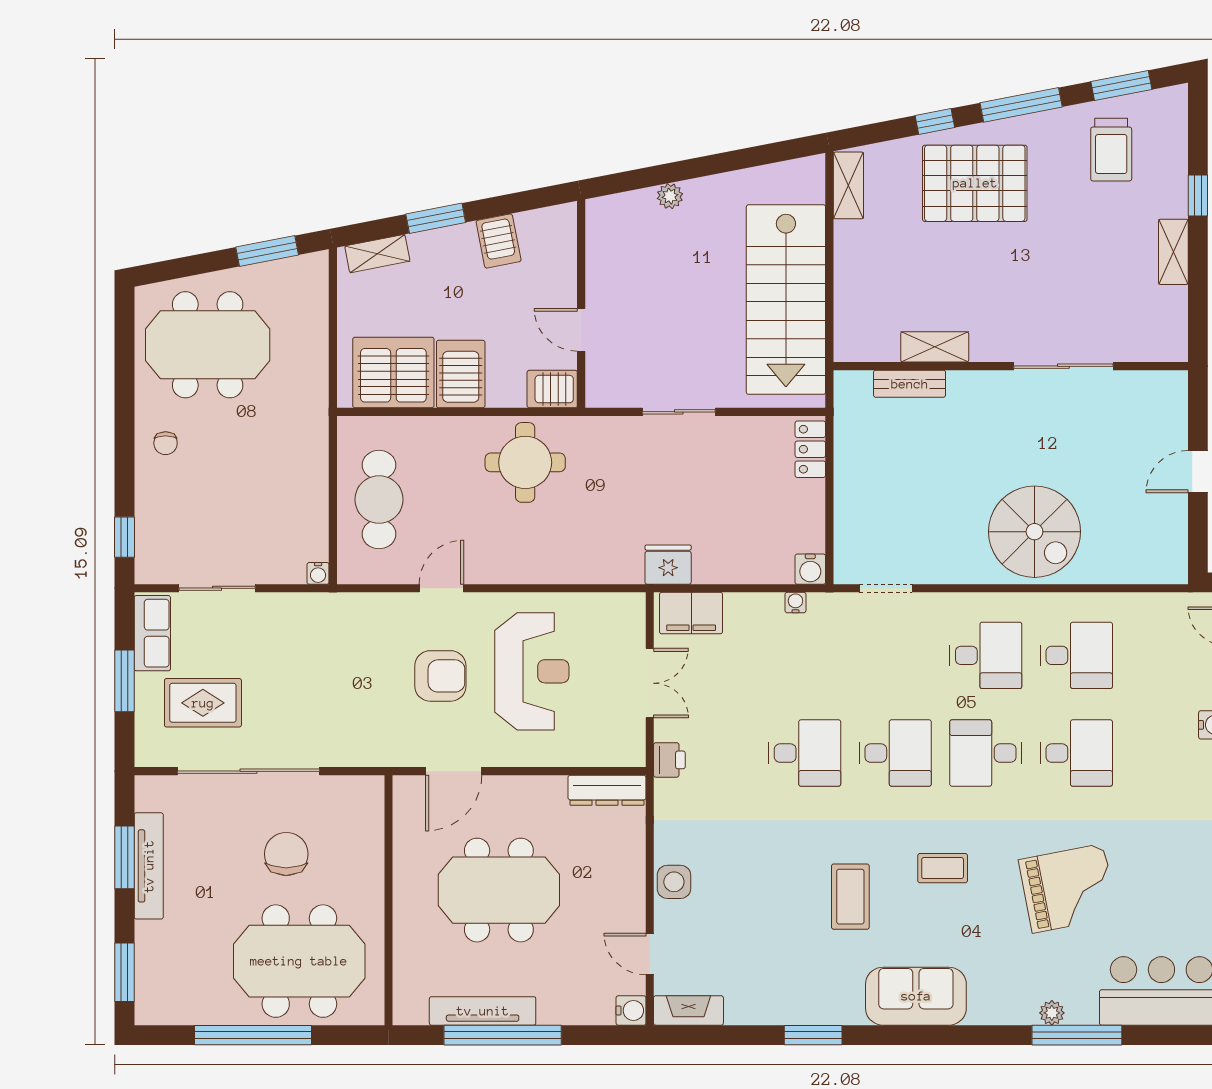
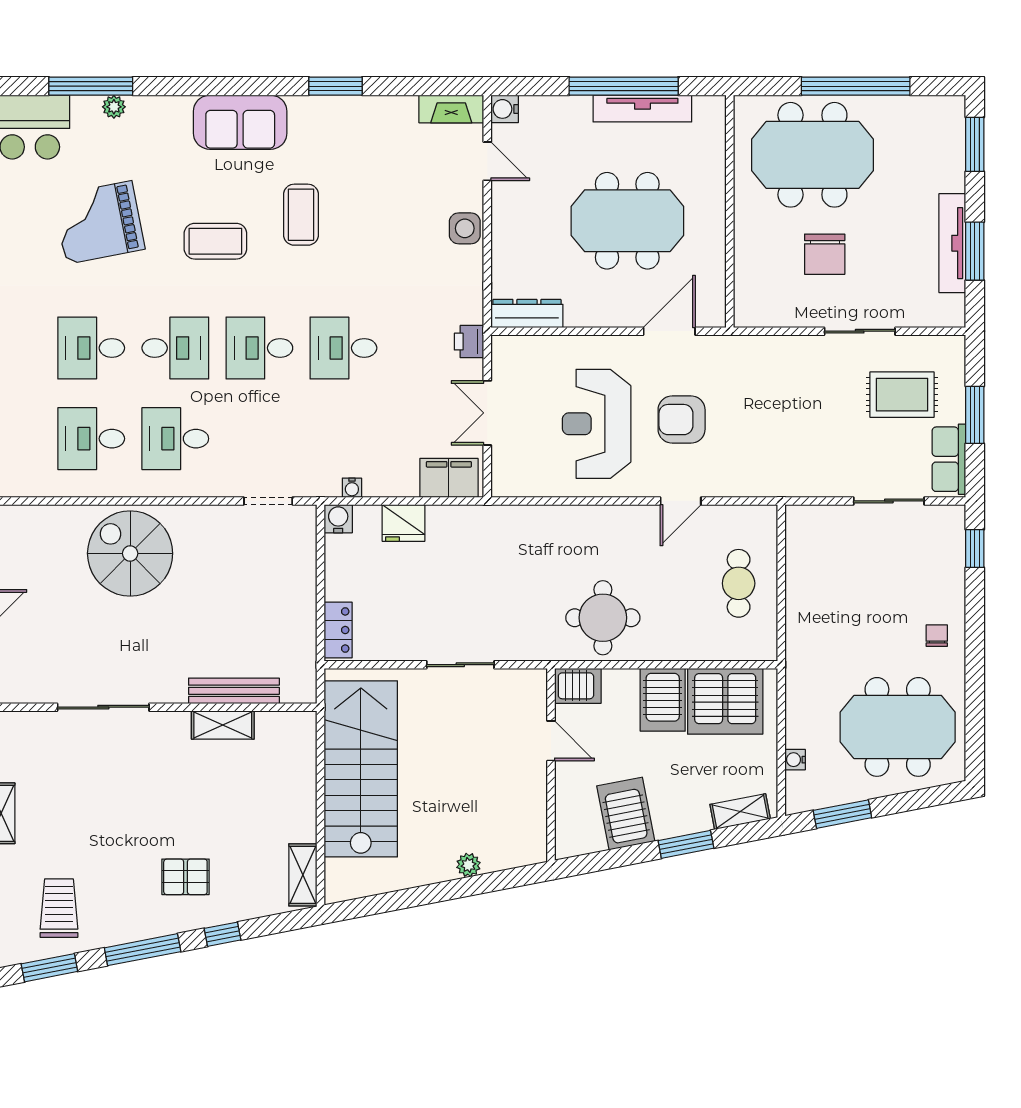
pallet: (975, 183) -> (185, 877), width x0.49, depth x0.50
server rack: (499, 241) -> (626, 814), width x1.36, depth x1.44
bench: (910, 384) -> (234, 691), width x1.36
cafe table: (379, 500) -> (739, 583), width x0.73, depth x0.74
fridge: (668, 565) -> (404, 523), moved
water cooler: (318, 573) -> (795, 760), moved, turned -90
sliding door: (249, 771) -> (860, 331), width x0.54
coffee table: (943, 868) -> (215, 241), width x1.36, depth x1.30

